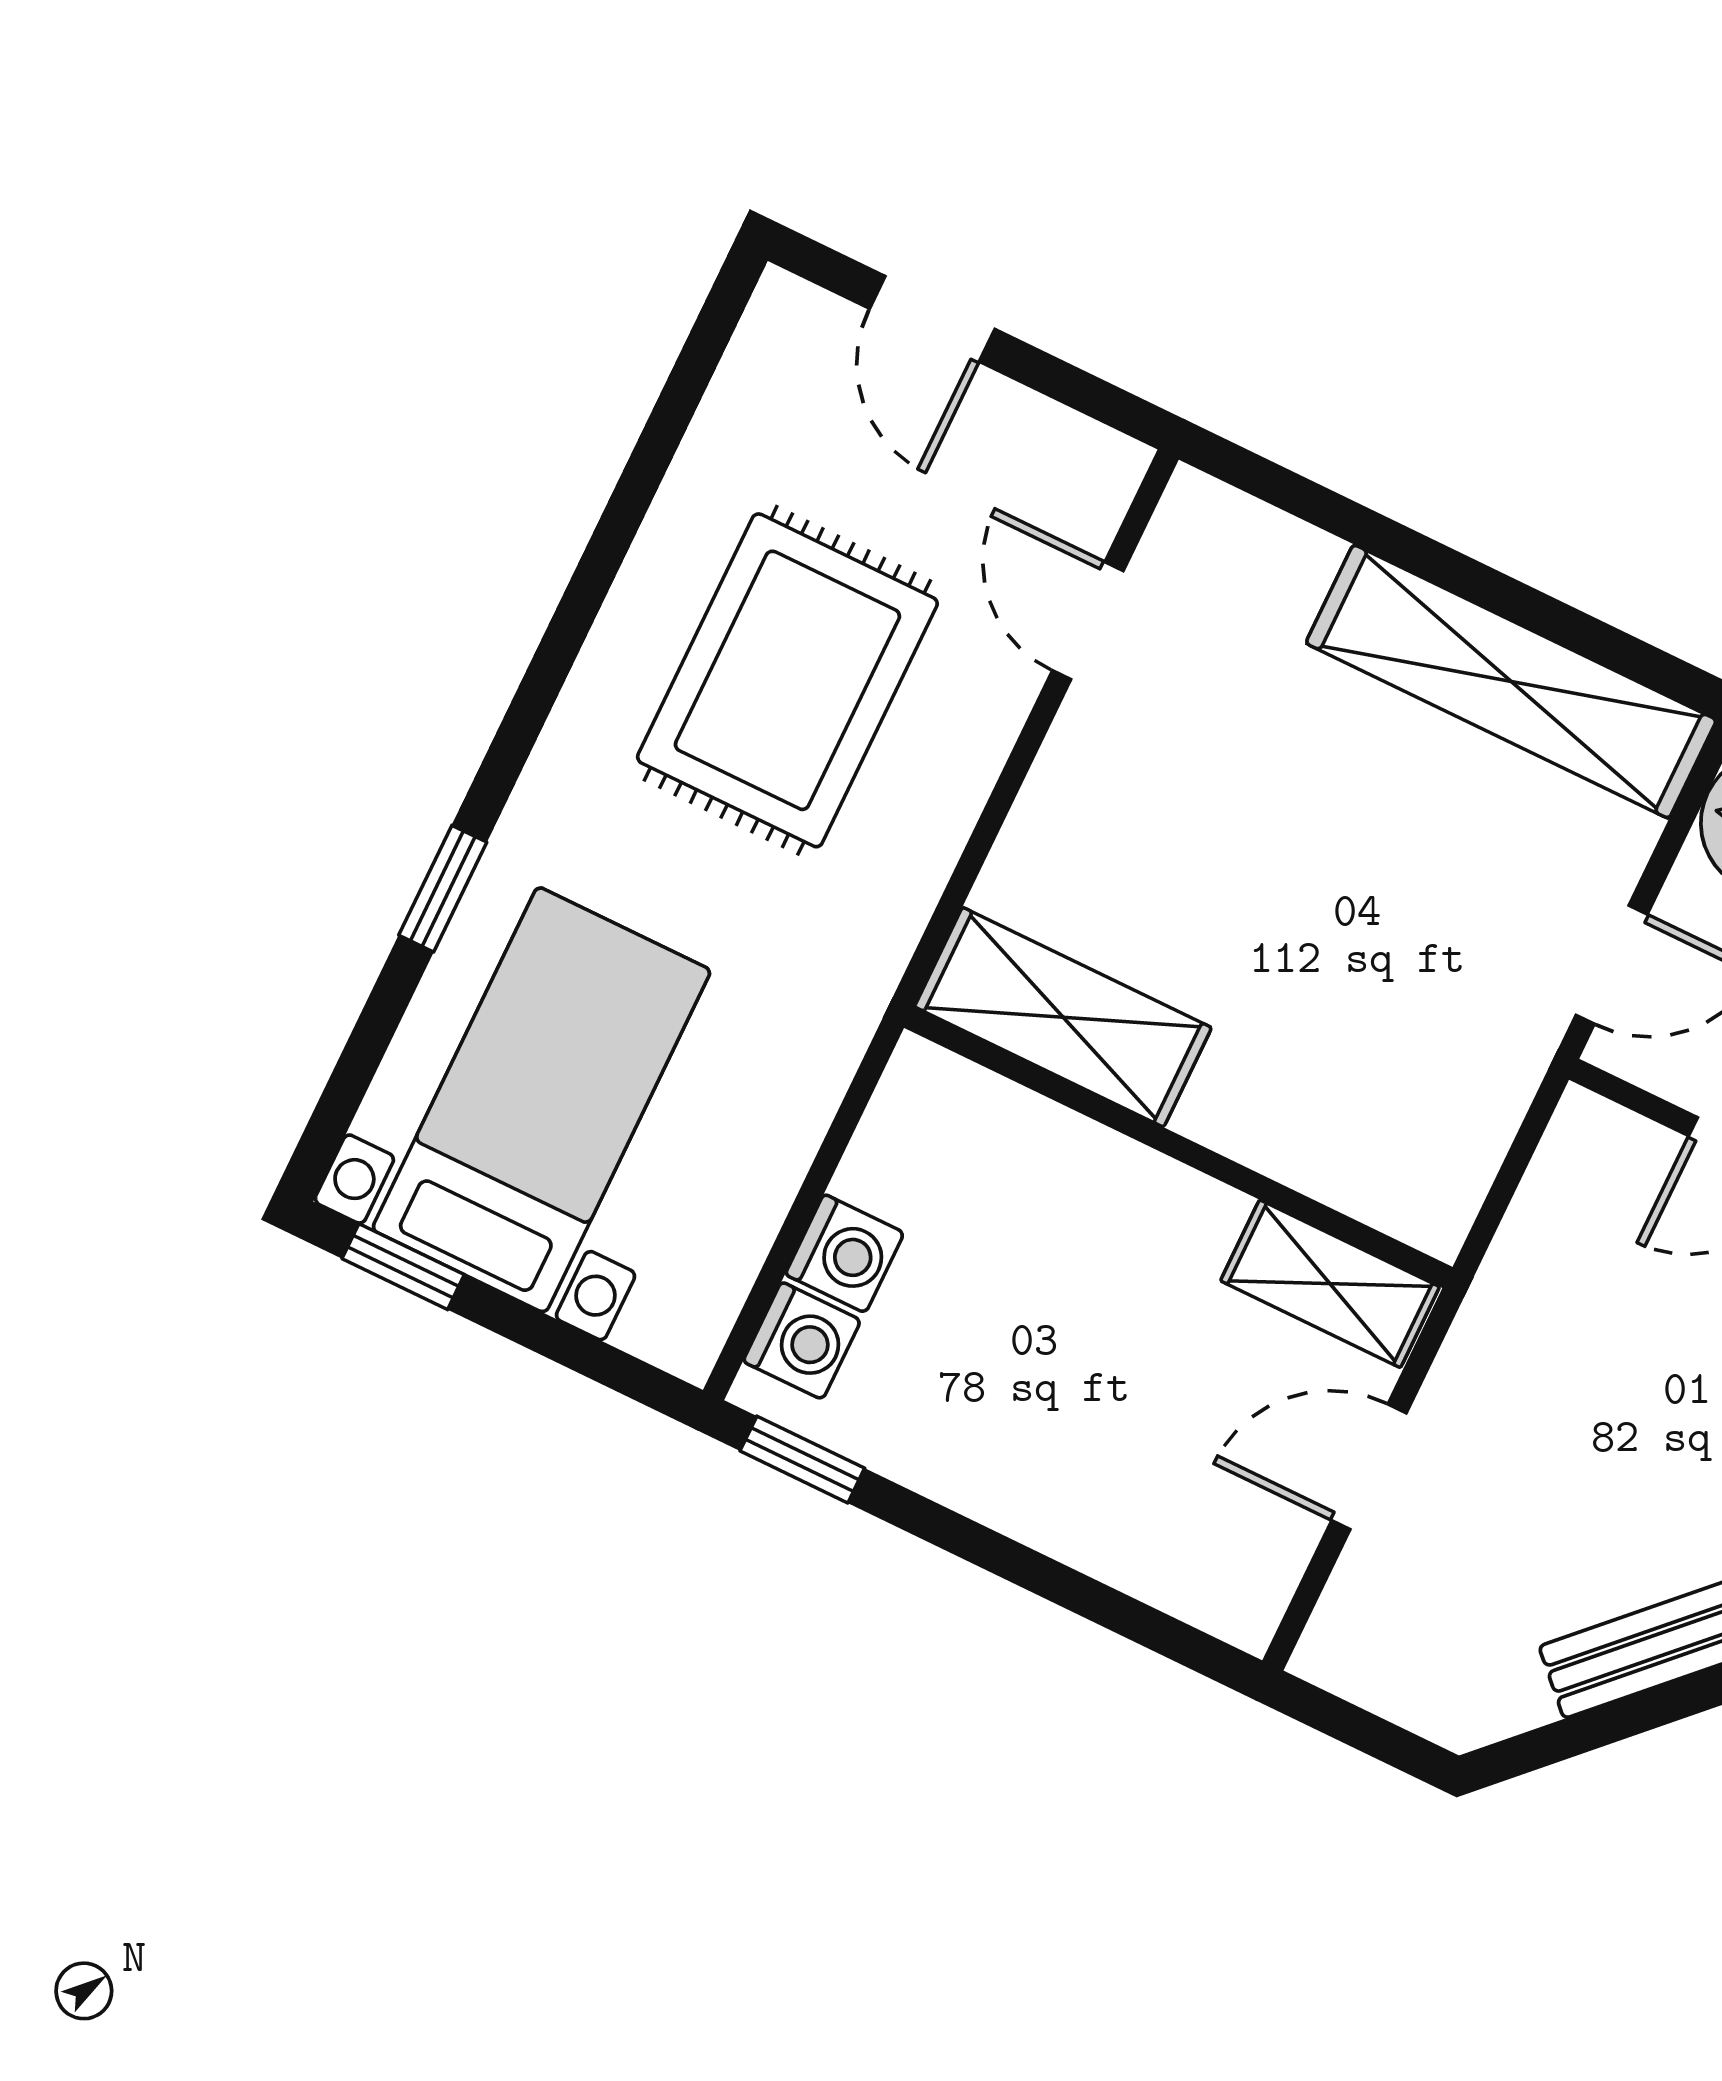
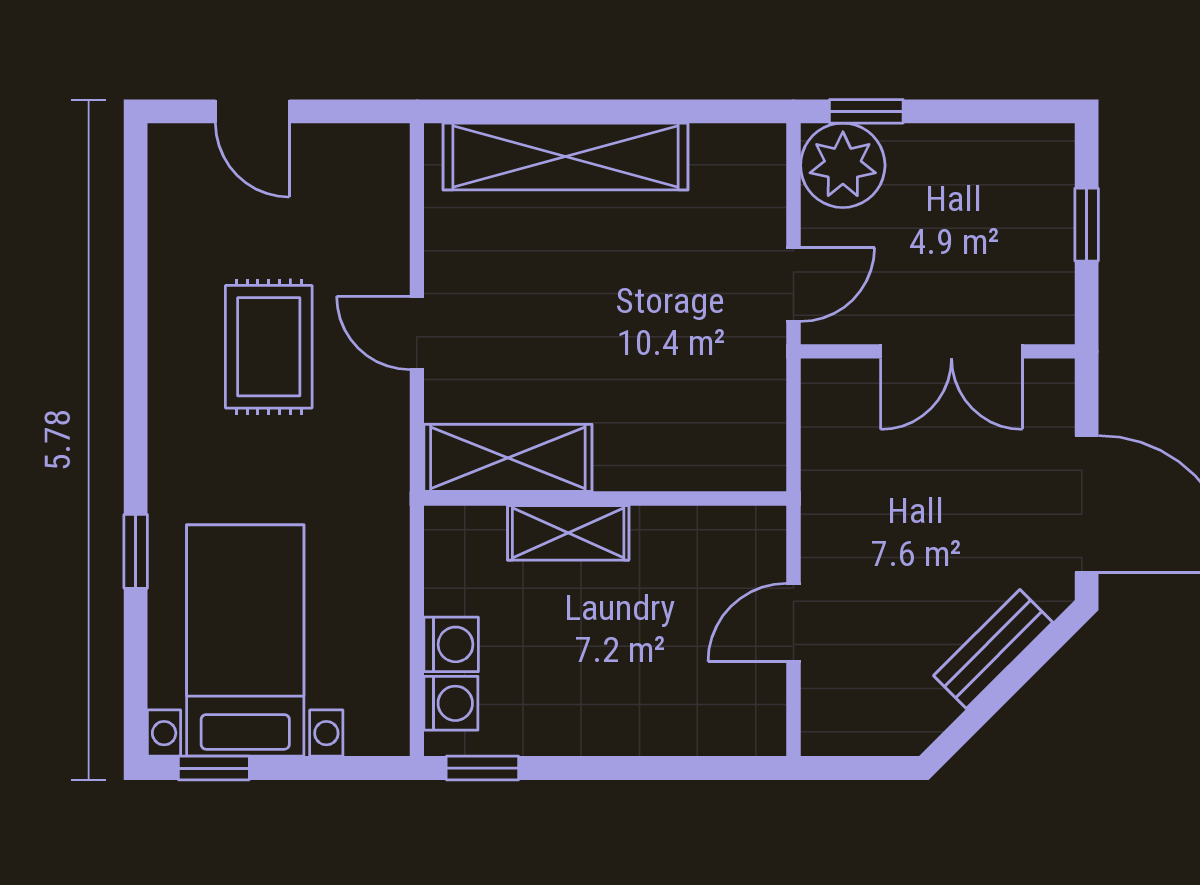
door: (1088, 621) -> (417, 333), moved
rug: (787, 680) -> (269, 347), width x0.73, depth x0.70
shelving: (1511, 682) -> (566, 157), moved
shelving: (1330, 1284) -> (568, 533), moved

